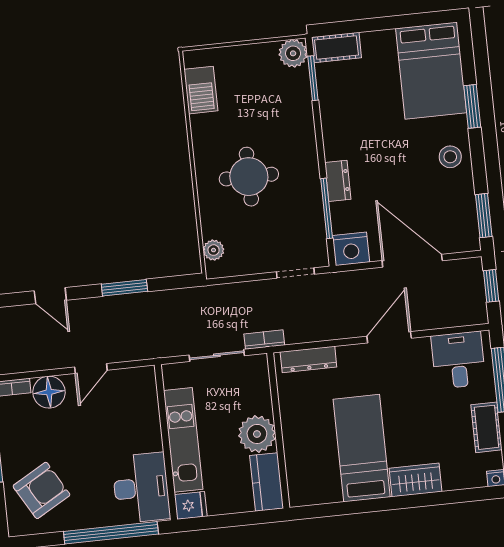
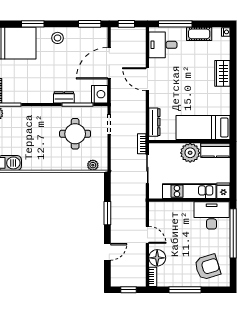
round table: (249, 177) -> (75, 134), moved
bed: (362, 448) -> (203, 127), moved
armchair: (41, 490) -> (208, 267), turned 103

